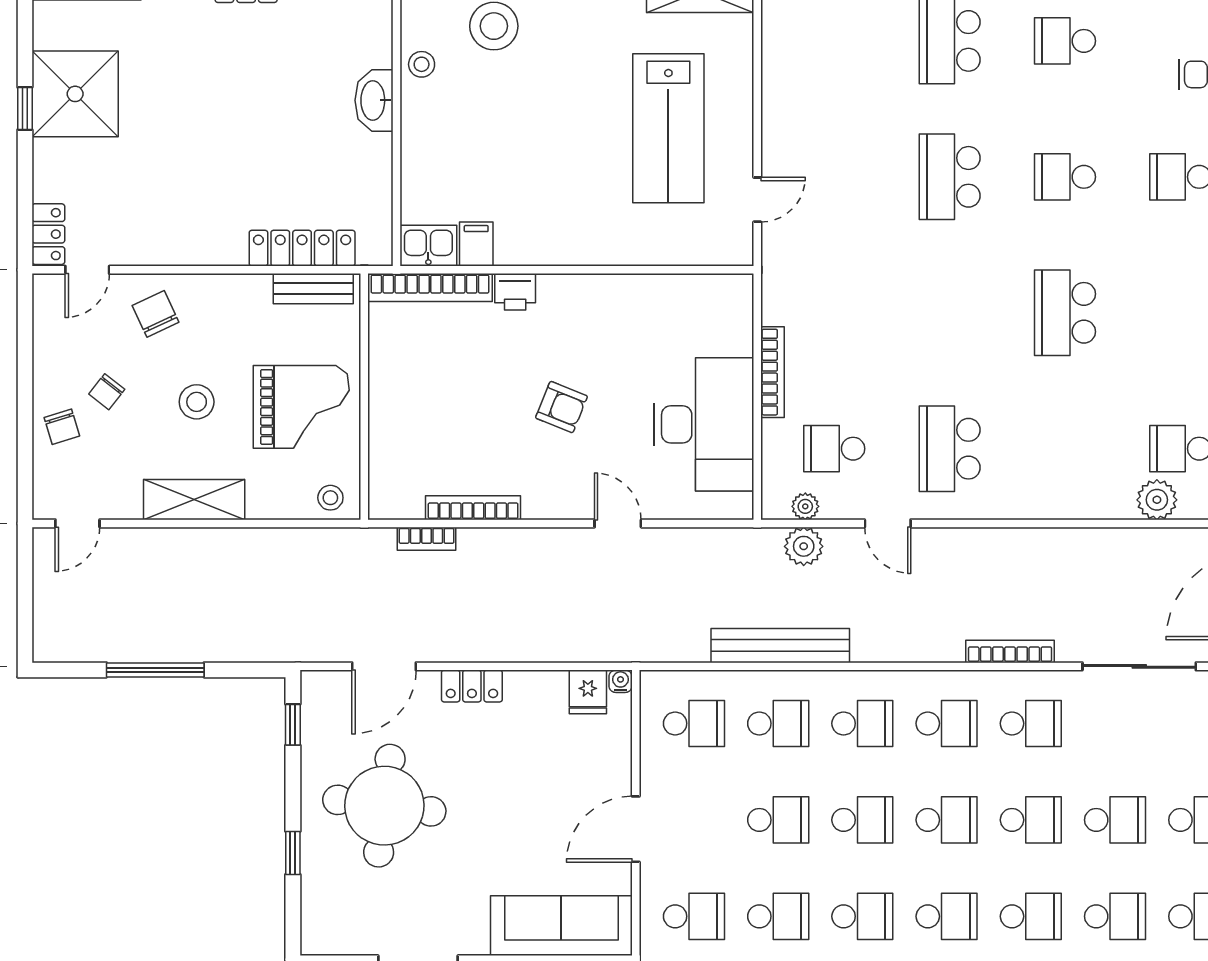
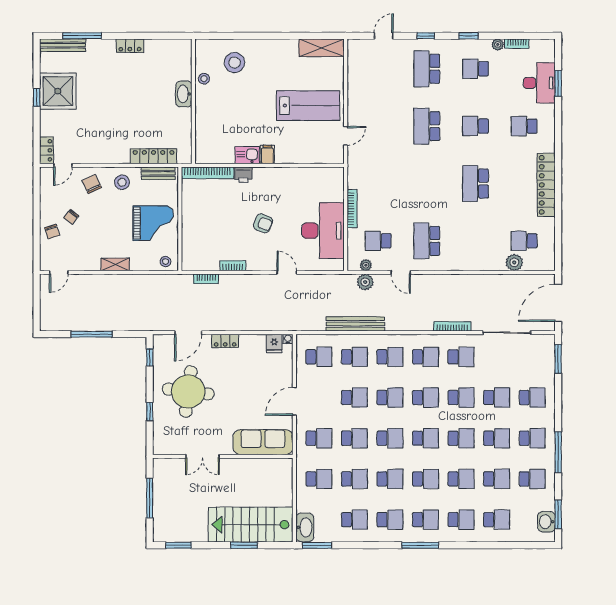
lab bench: (668, 128) -> (308, 106), turned -90
filing cabinet: (476, 244) -> (267, 155), moved
kitchen sink: (428, 246) -> (247, 155), moved
stool: (197, 402) -> (122, 182), moved
shelving: (194, 500) -> (115, 265), width x0.67, depth x0.75
bookcase: (473, 508) -> (233, 266), width x0.64

